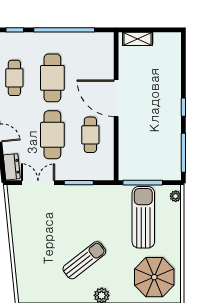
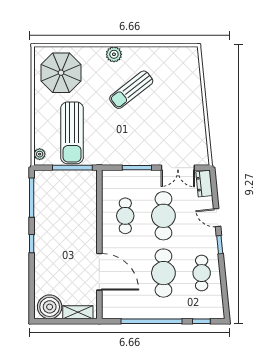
boiler: (166, 44) -> (50, 307), added
door: (116, 98) -> (99, 272), moved

